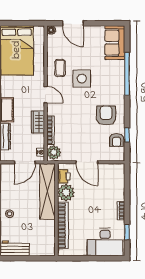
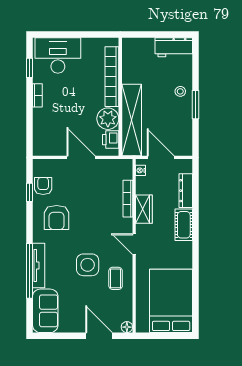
tv unit: (120, 78) -> (39, 265), added
plant: (54, 152) -> (124, 170), removed
door: (25, 162) -> (161, 157), hinge flipped

